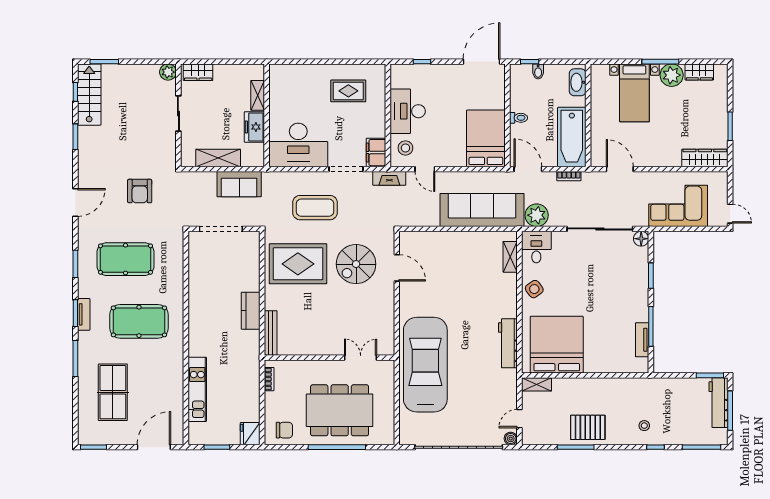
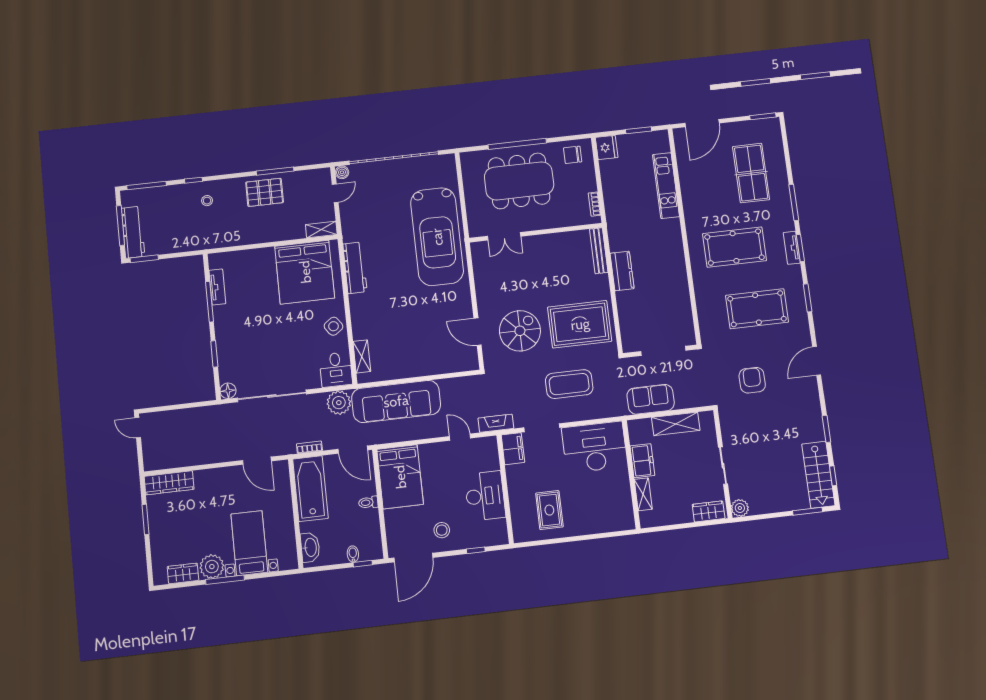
rug: (348, 91) -> (549, 510), turned 90
stool: (405, 148) -> (442, 530), moved
corner sofa: (678, 206) -> (193, 429), removed

